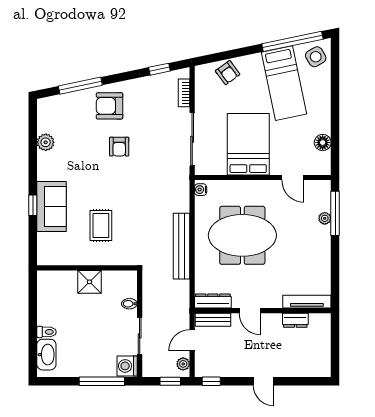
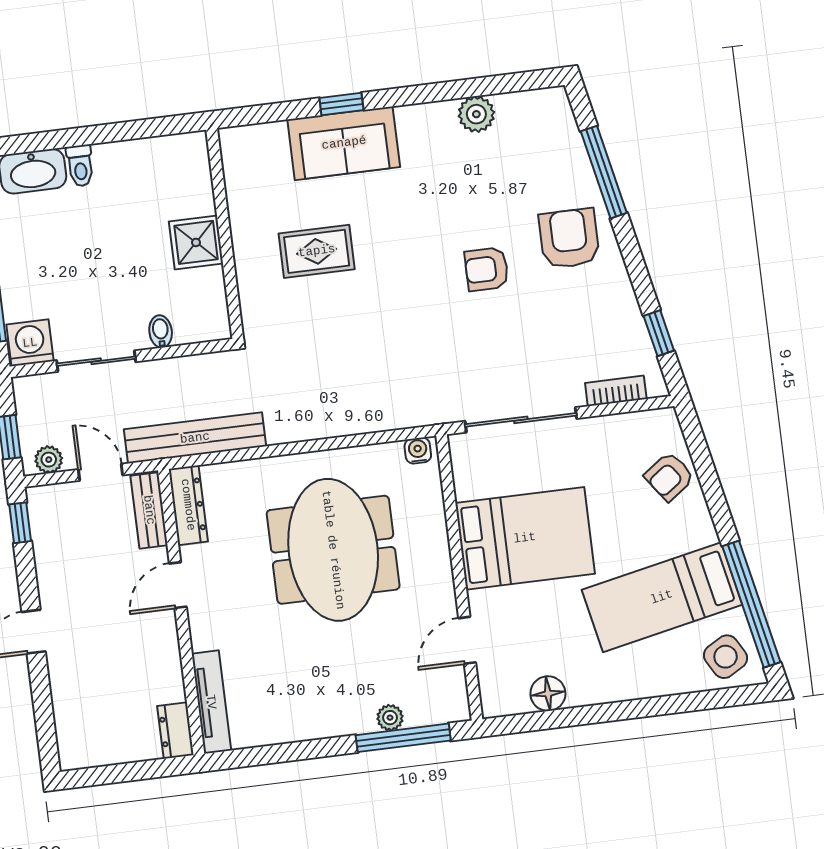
bench: (181, 246) -> (195, 438), moved
dresser: (295, 320) -> (175, 731), moved

